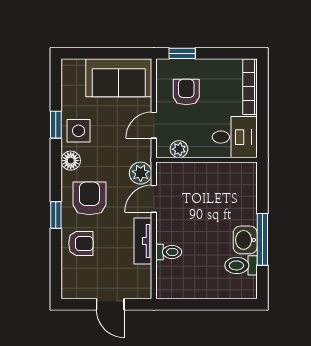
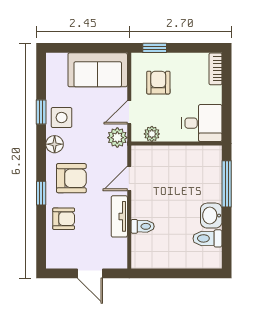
bookcase: (250, 87) -> (216, 69), width x0.64
plant: (141, 173) -> (117, 138), moved
armchair: (89, 198) -> (71, 178), turned 90
window: (262, 239) -> (227, 184), moved

